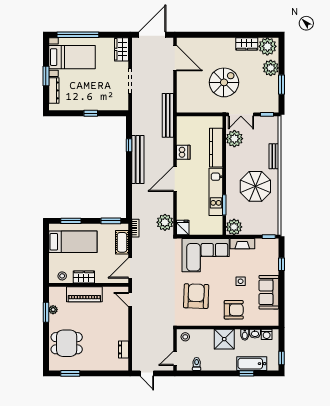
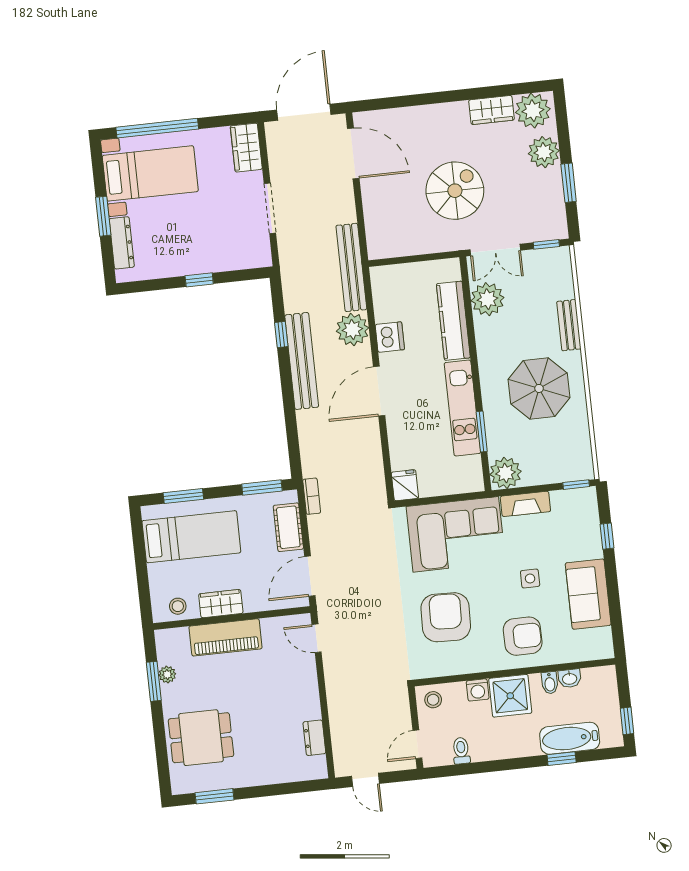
plant: (165, 222) -> (352, 329), moved
washing machine: (267, 334) -> (478, 690), moved

